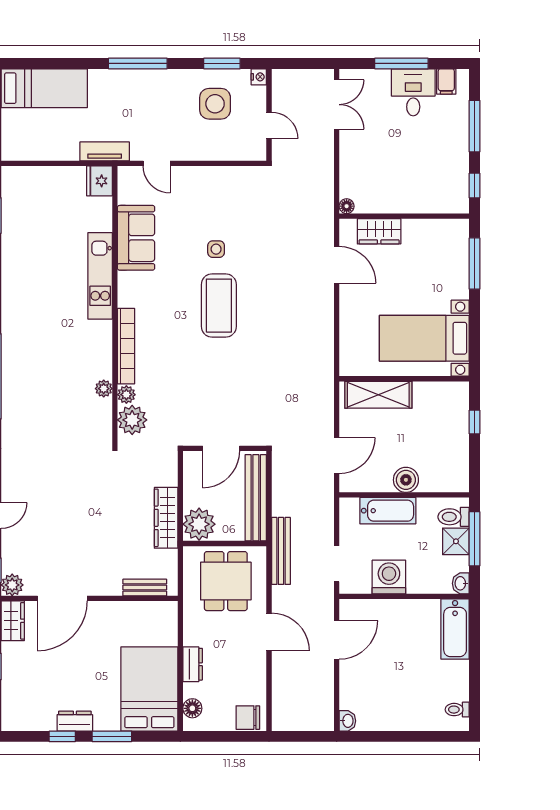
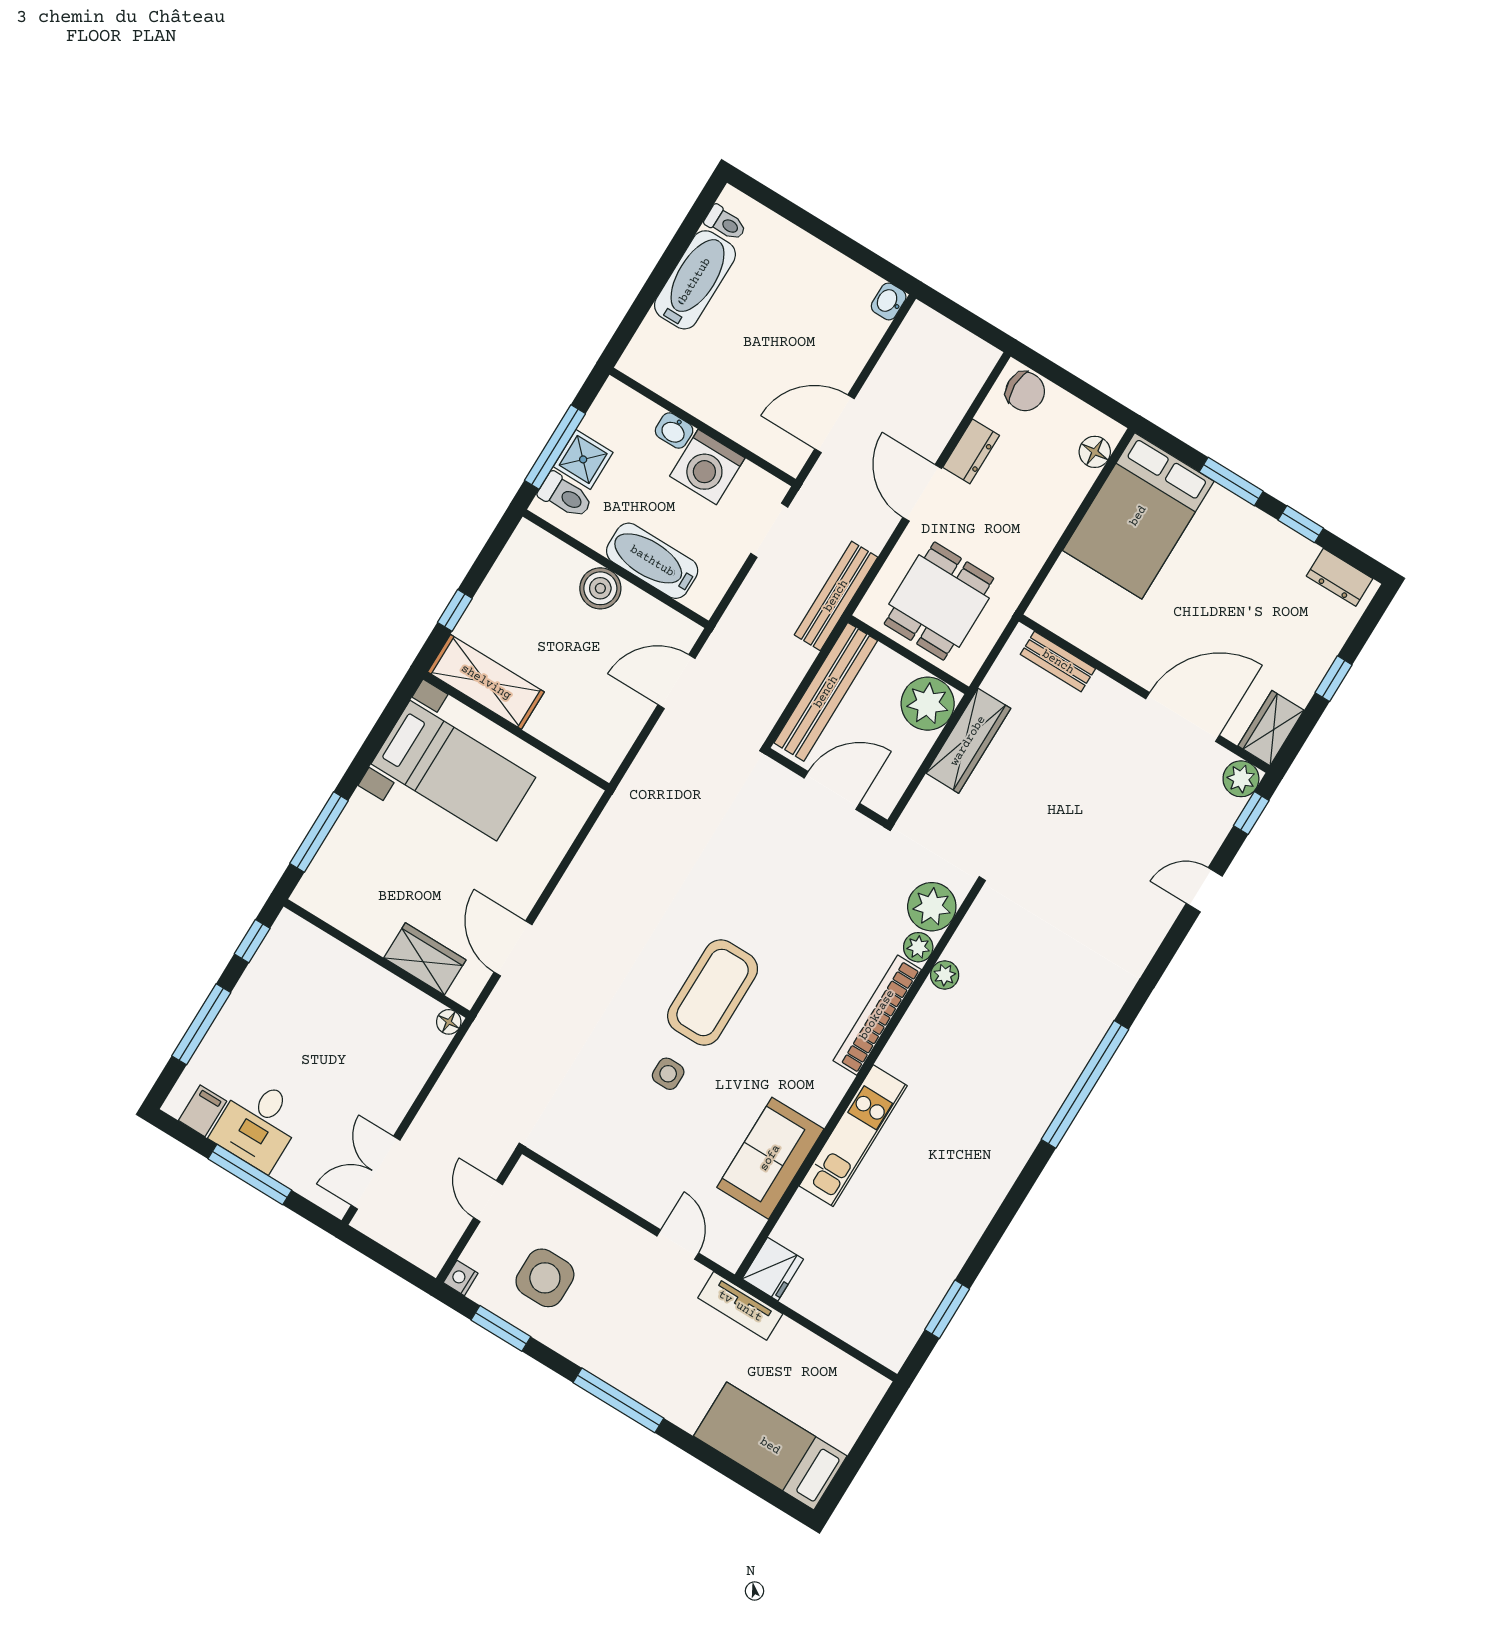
shelving: (378, 395) -> (486, 682), moved
washbasin: (461, 583) -> (674, 431), moved, turned 90
bathtub: (455, 629) -> (695, 280), moved
dresser: (193, 664) -> (971, 451), moved, turned 180
dresser: (75, 721) -> (1340, 577), moved

